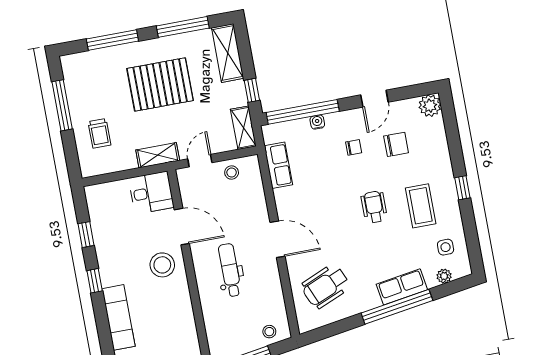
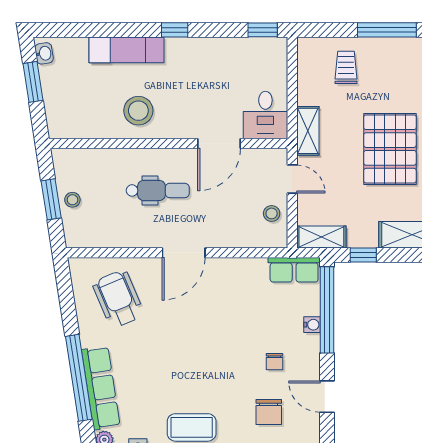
trolley: (99, 133) -> (346, 67), turned 90
row of seats: (278, 165) -> (294, 270), moved
wheelchair: (374, 207) -> (200, 373), removed
window: (86, 235) -> (263, 30), moved
stool: (162, 265) -> (138, 111), moved
row of seats: (402, 287) -> (101, 388), width x1.48
stool: (269, 332) -> (72, 200), moved

